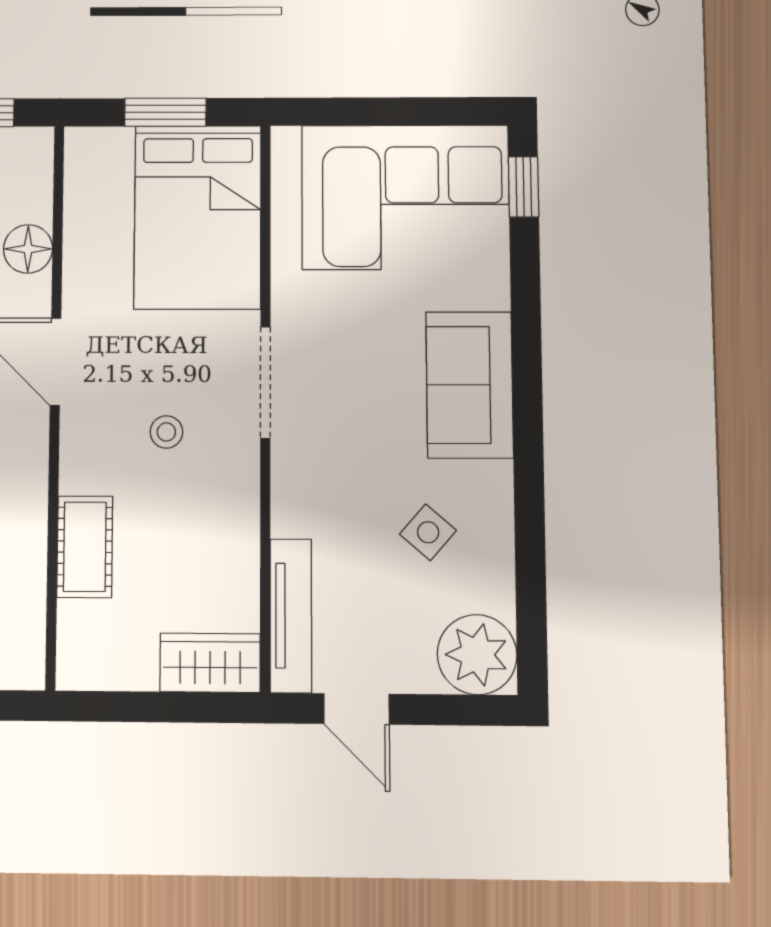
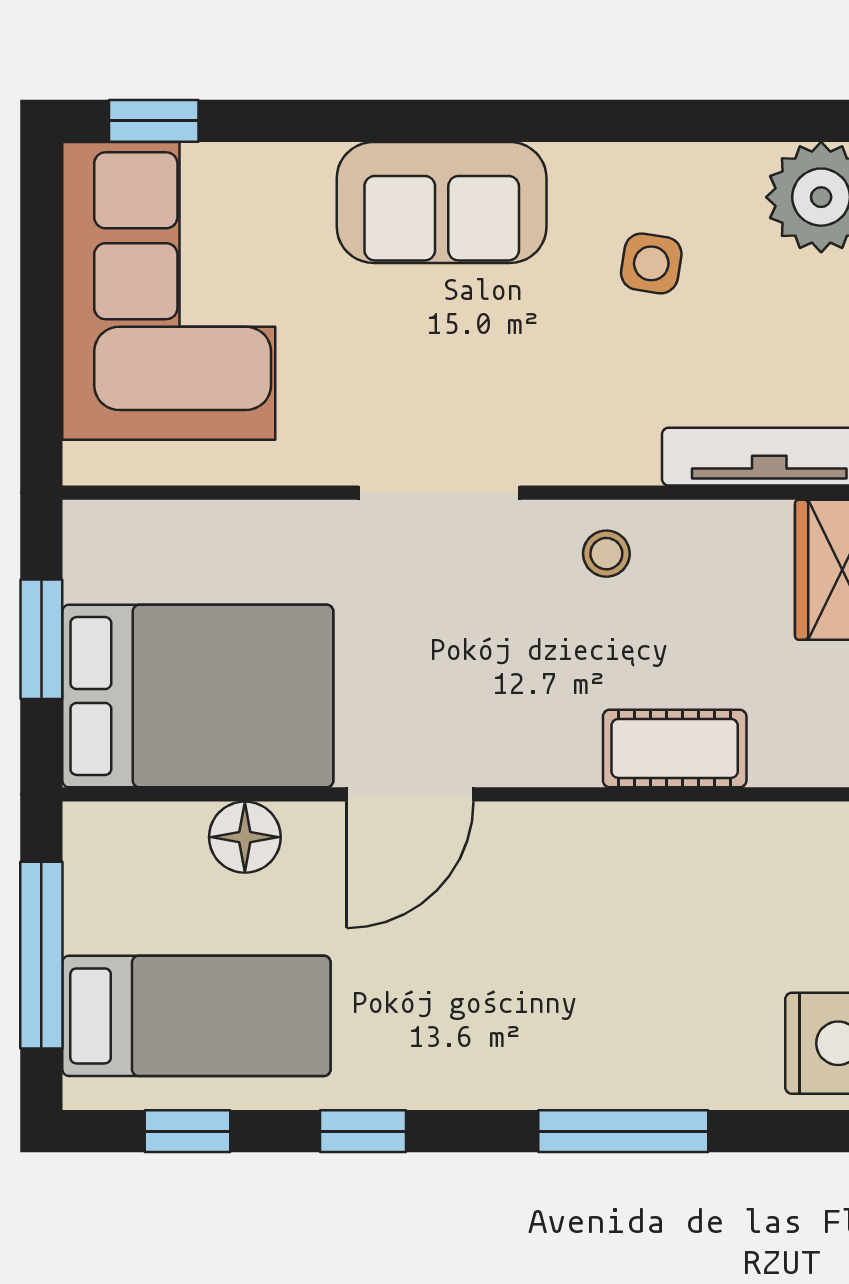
bed: (198, 217) -> (198, 696), moved
stool: (166, 432) -> (606, 554), moved
side table: (428, 532) -> (651, 263), turned -32

